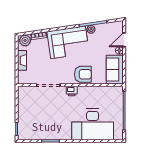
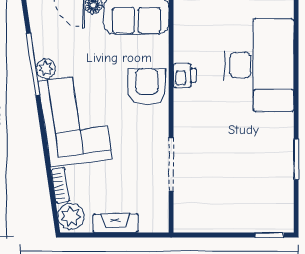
printer: (72, 91) -> (184, 76), moved

